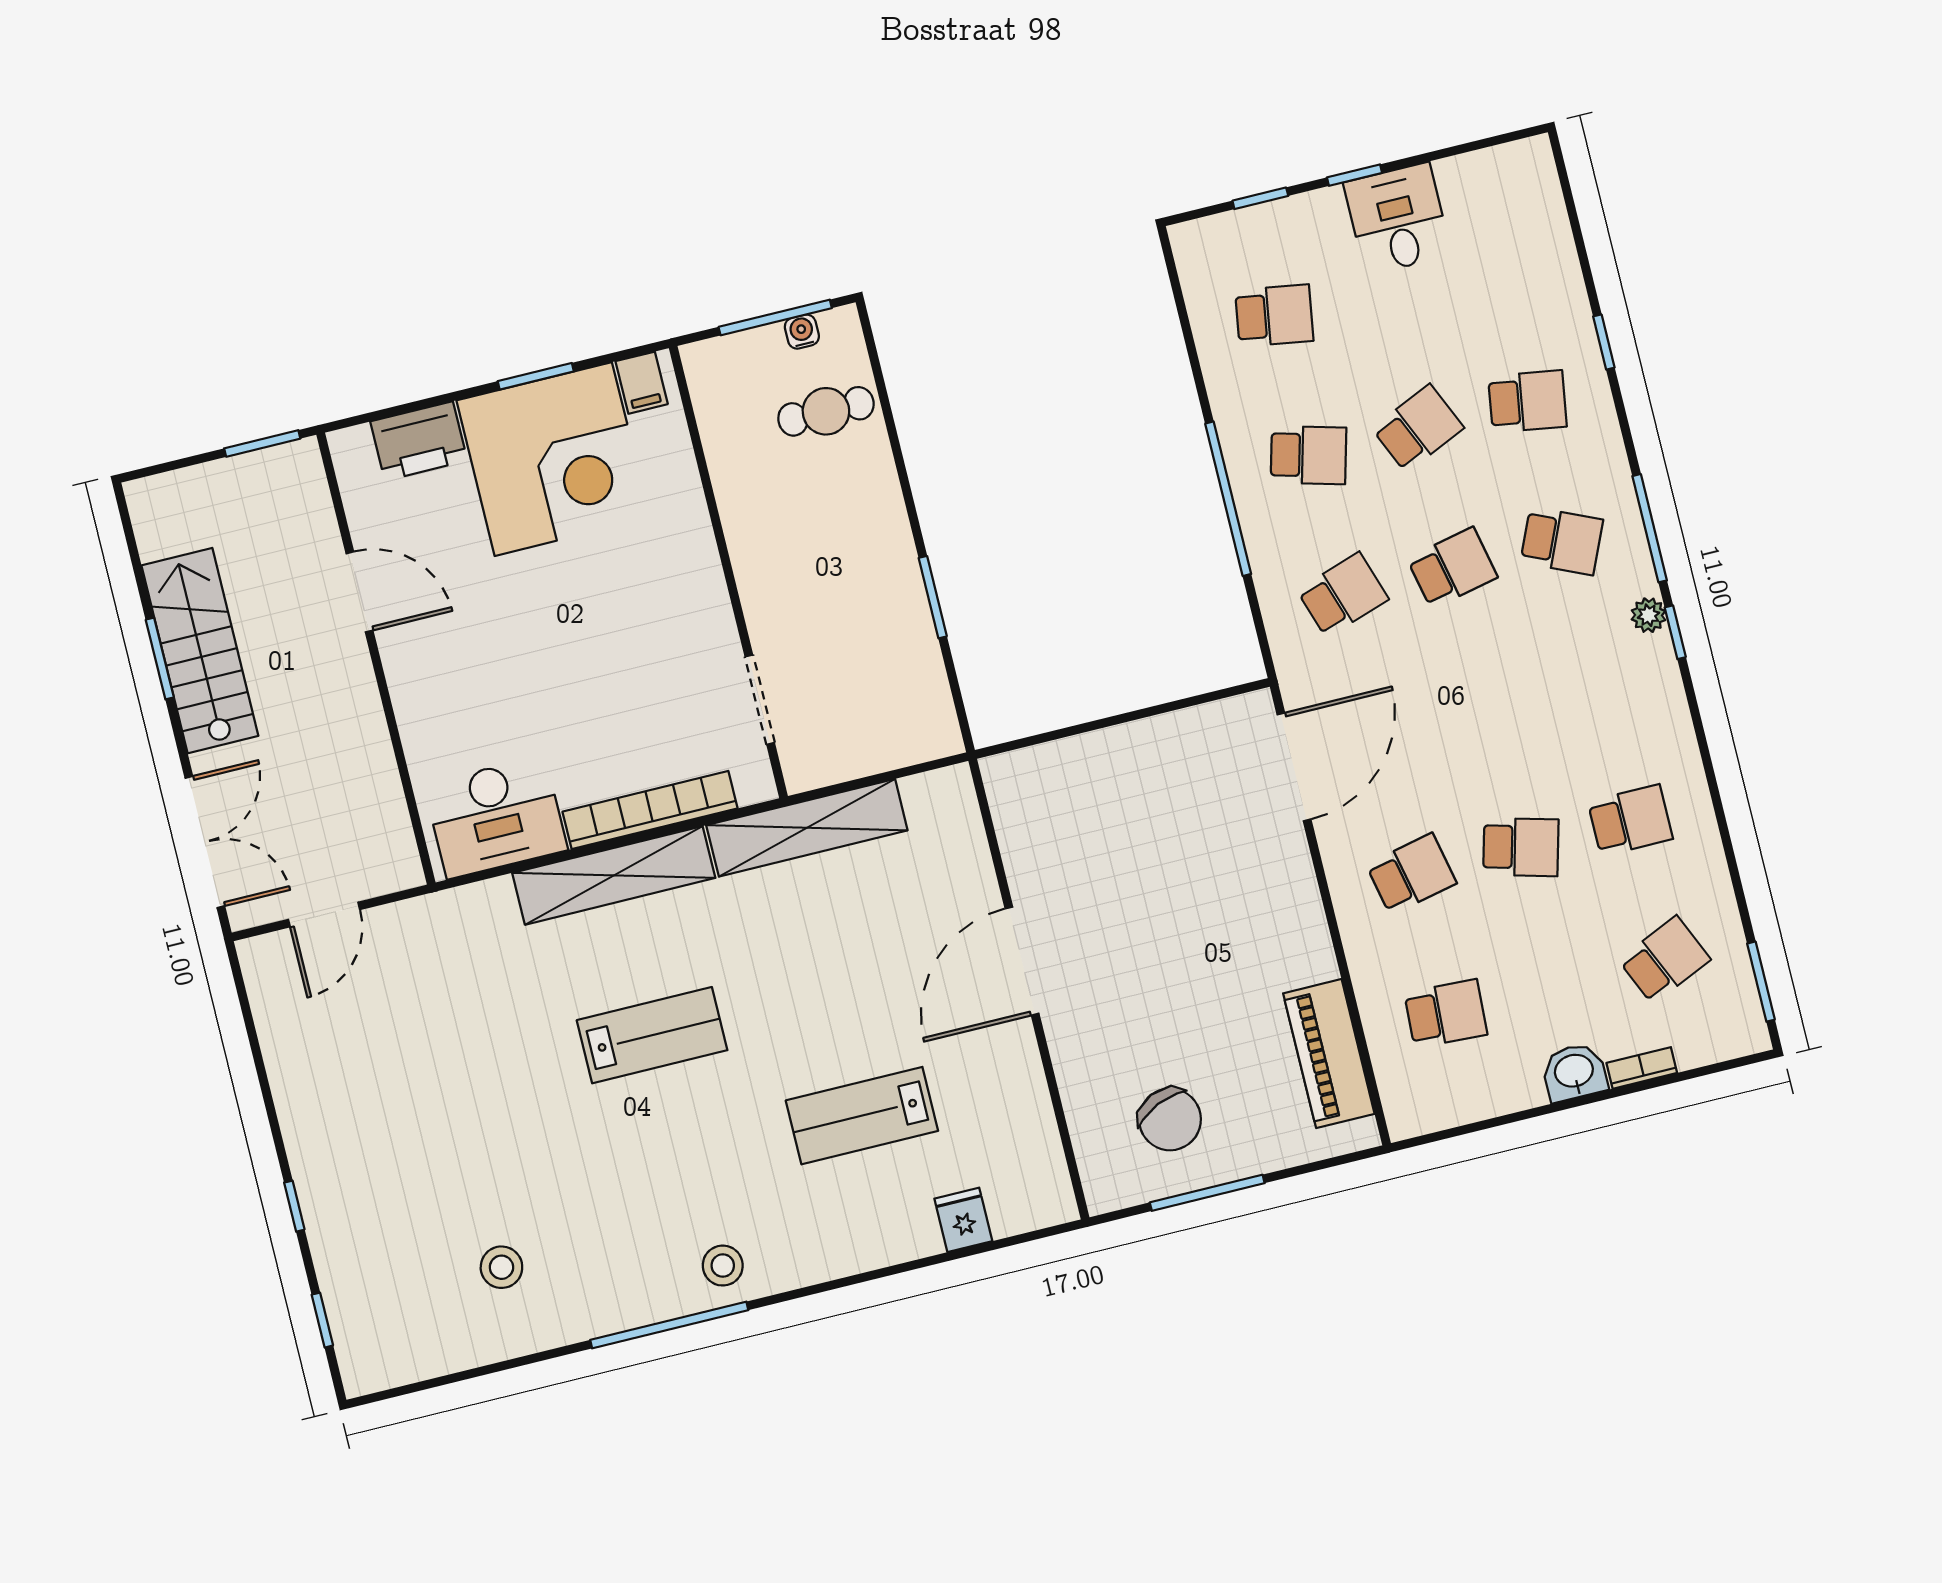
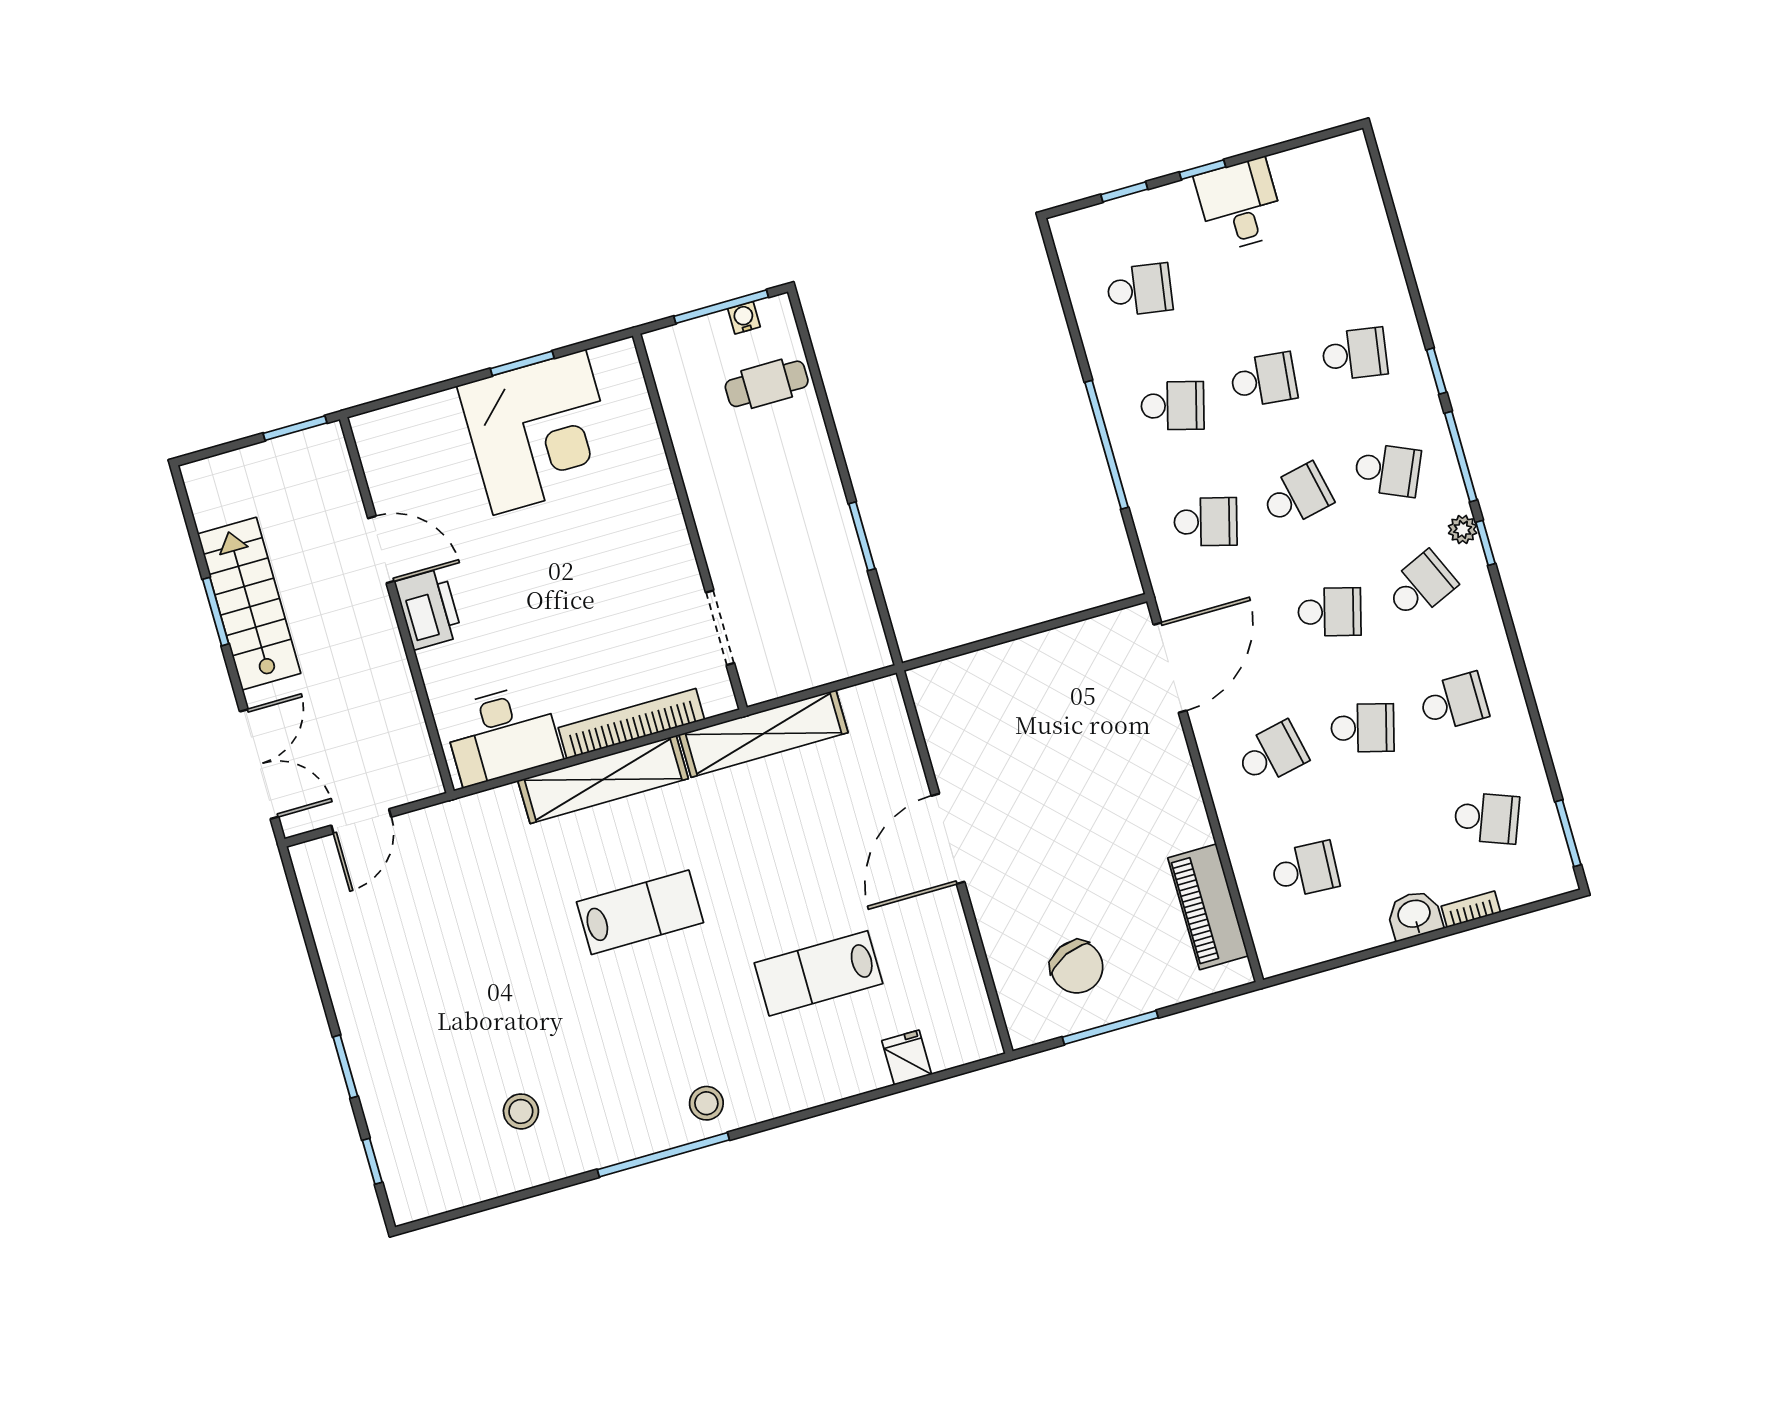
window: (1604, 342) -> (1436, 371), moved
filing cabinet: (642, 383) -> (611, 365), removed
school desk: (1418, 428) -> (1264, 380), turned 30
printer: (419, 441) -> (429, 609), moved, turned -90
school desk: (1343, 595) -> (1206, 522), turned 33
school desk: (1596, 681) -> (1421, 586), added
school desk: (1487, 708) -> (1330, 612), added
school desk: (1665, 960) -> (1487, 818), turned 45
window: (294, 1206) -> (345, 1067), width x1.50

